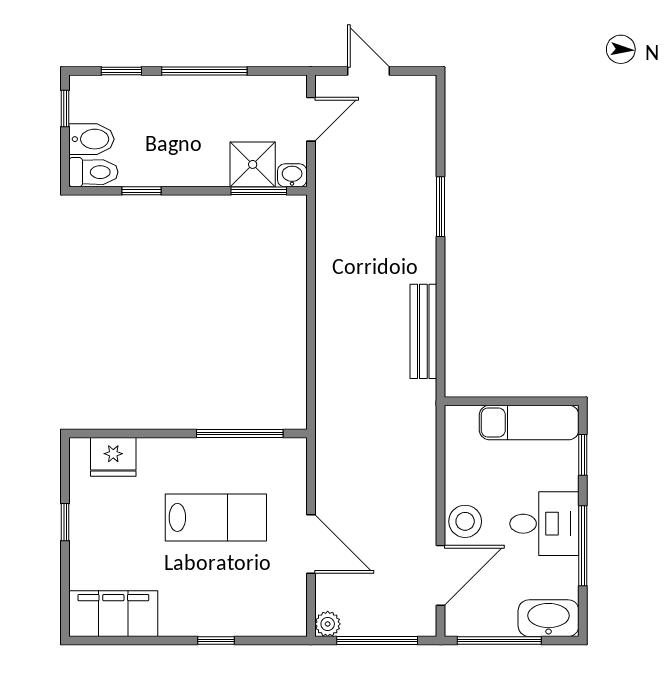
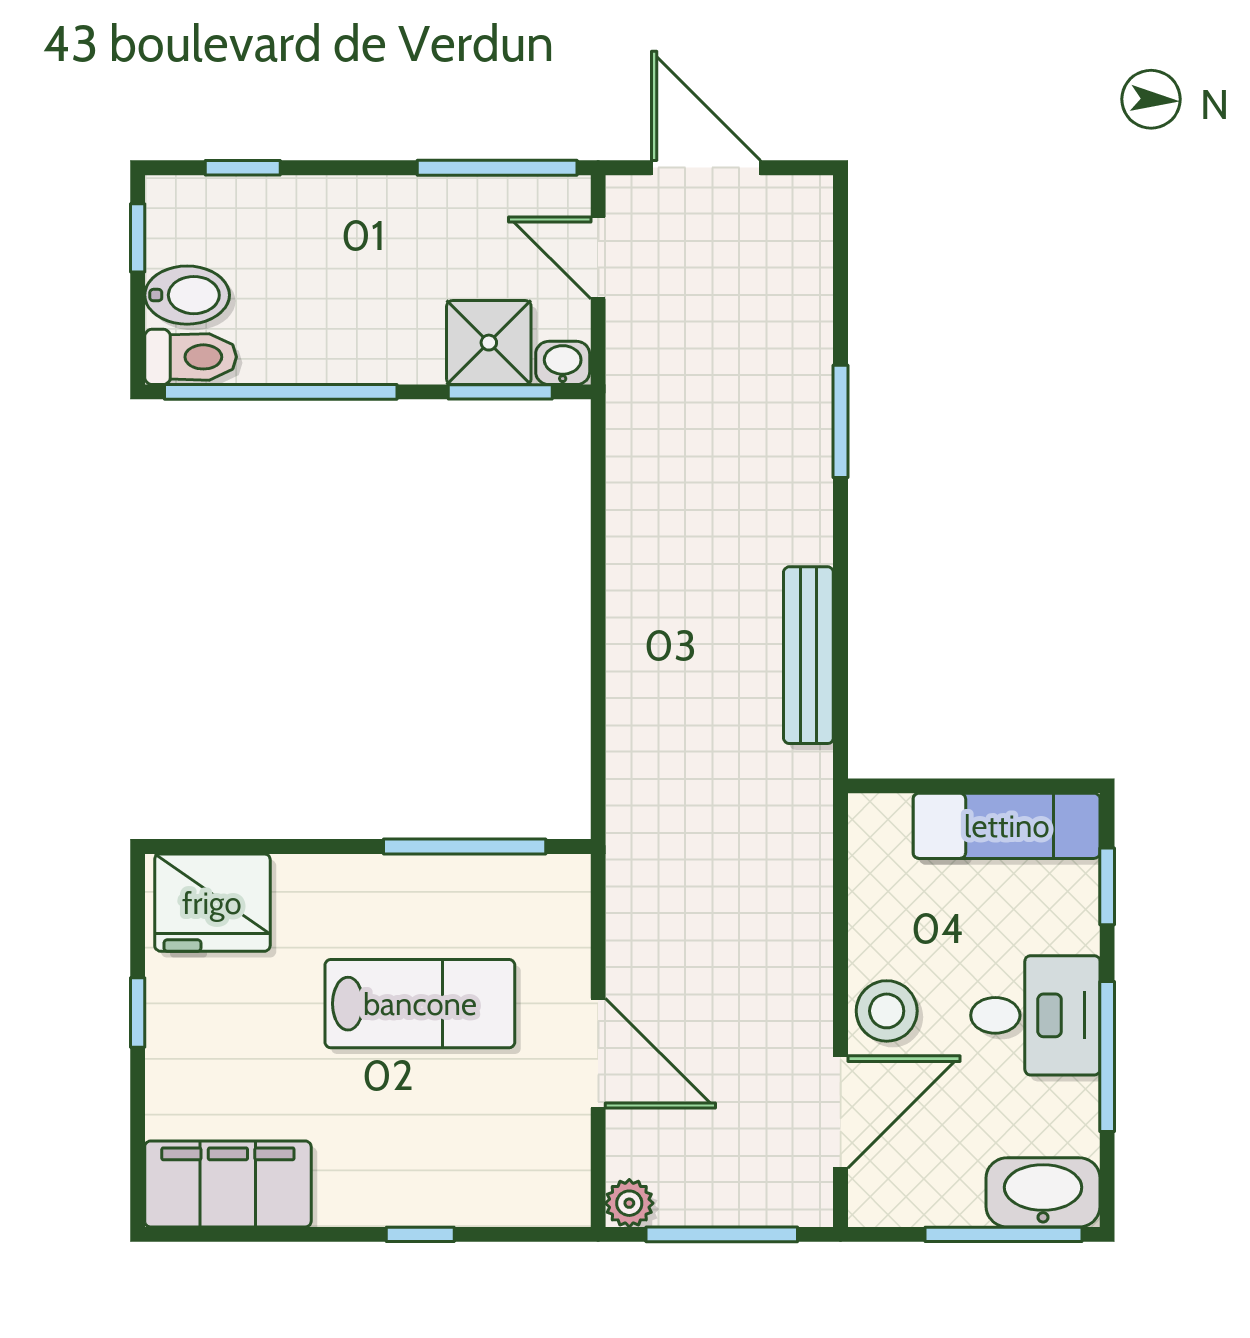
window: (204, 71) -> (497, 168), moved
door: (369, 71) -> (706, 168), width x1.38
door: (311, 119) -> (598, 258), swing flipped
window: (142, 191) -> (281, 392), width x3.17
fridge: (113, 457) -> (212, 903), width x1.36, depth x1.34
window: (499, 641) -> (1003, 1234), moved

